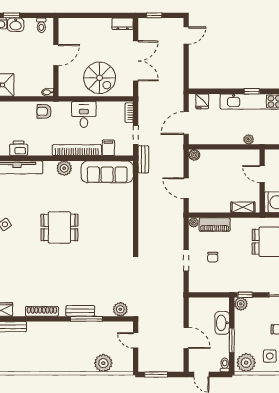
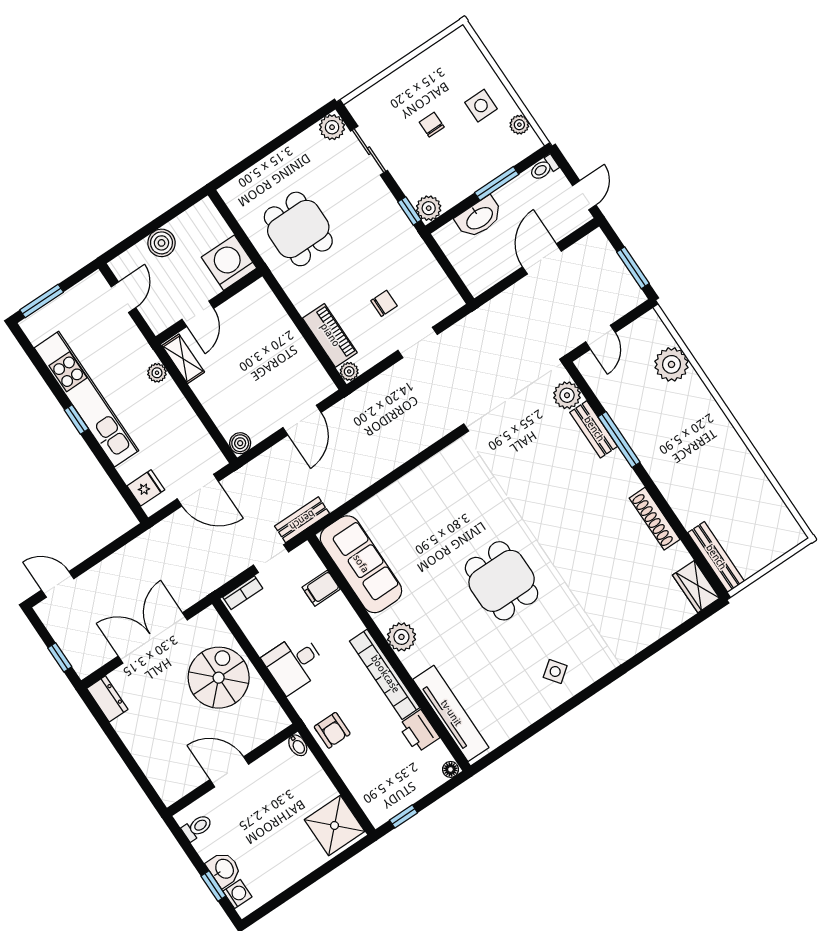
bookcase: (77, 150) -> (385, 674), moved
shelving: (243, 207) -> (183, 359), moved
bench: (80, 311) -> (594, 429), moved
plant: (246, 363) -> (519, 125), width x0.53, depth x0.53

